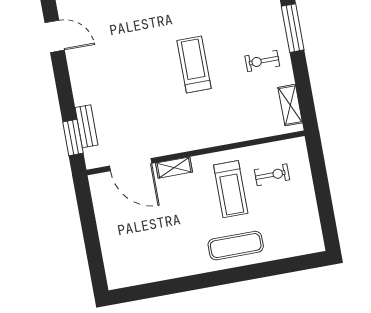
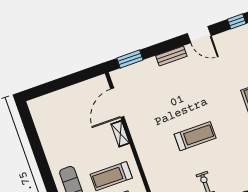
door: (55, 36) -> (199, 35), hinge flipped
bench: (86, 126) -> (171, 56), moved

